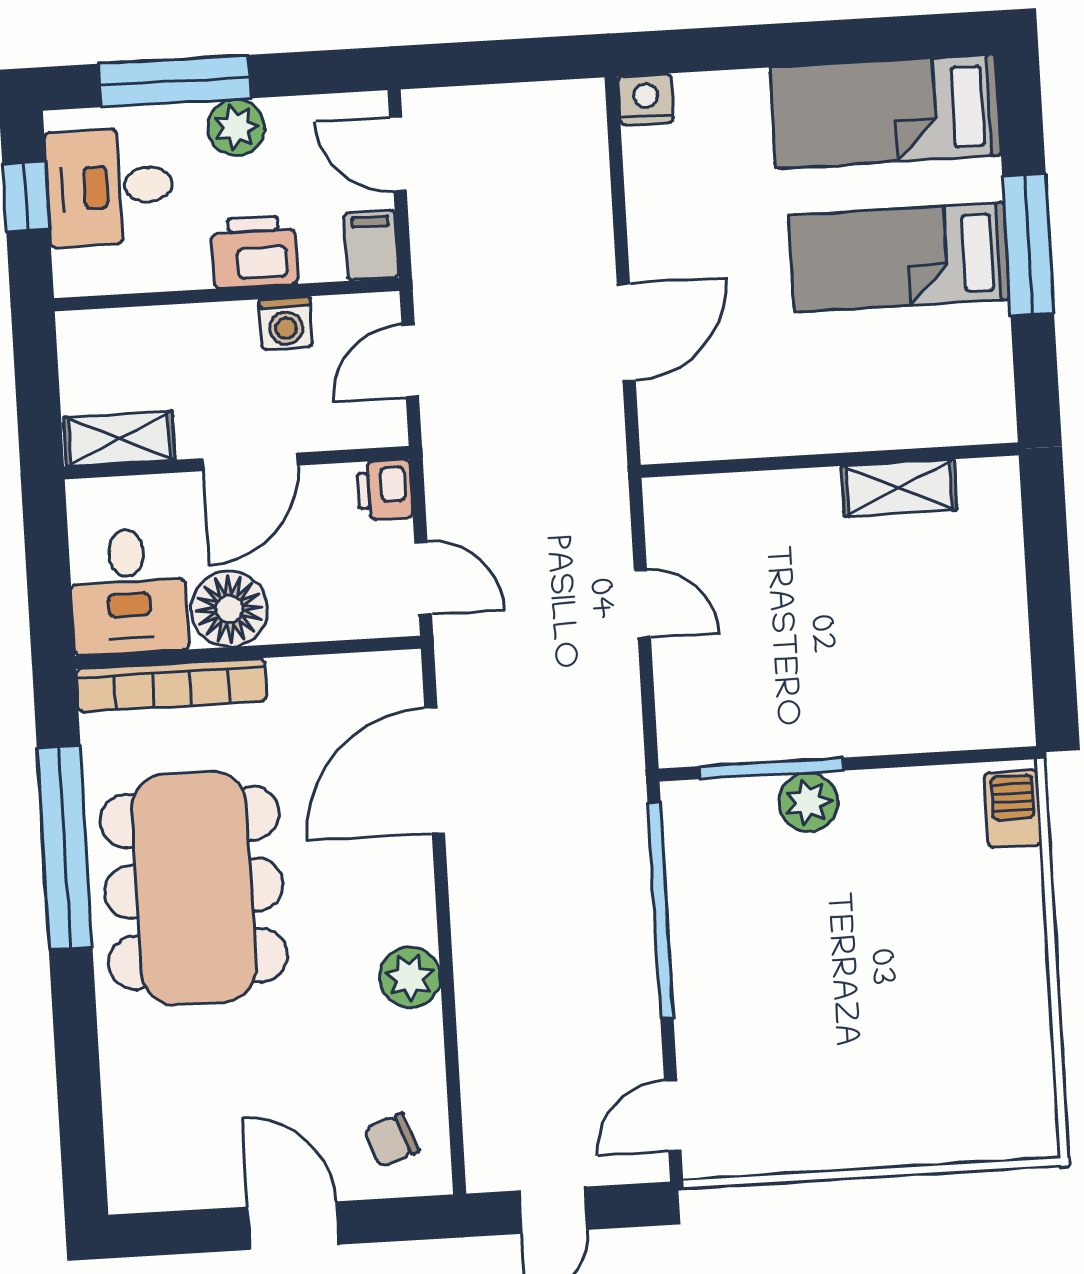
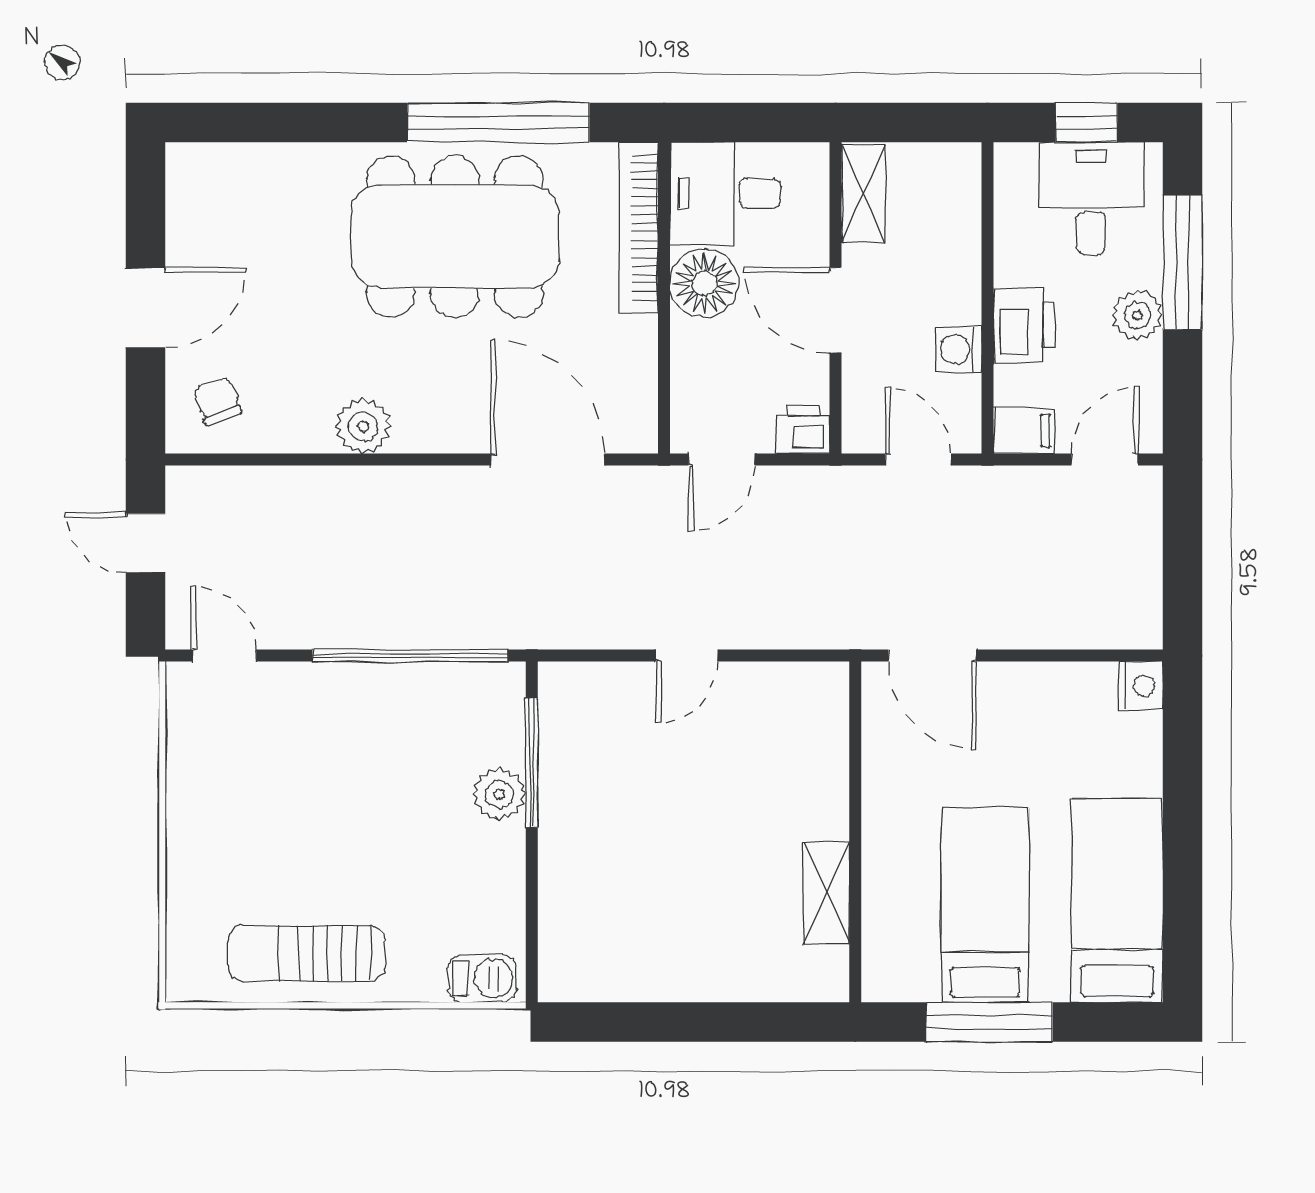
wall: (830, 460) -> (855, 832), moved
shelving: (899, 488) -> (826, 893), moved
sun lounger: (997, 1005) -> (307, 953), added

